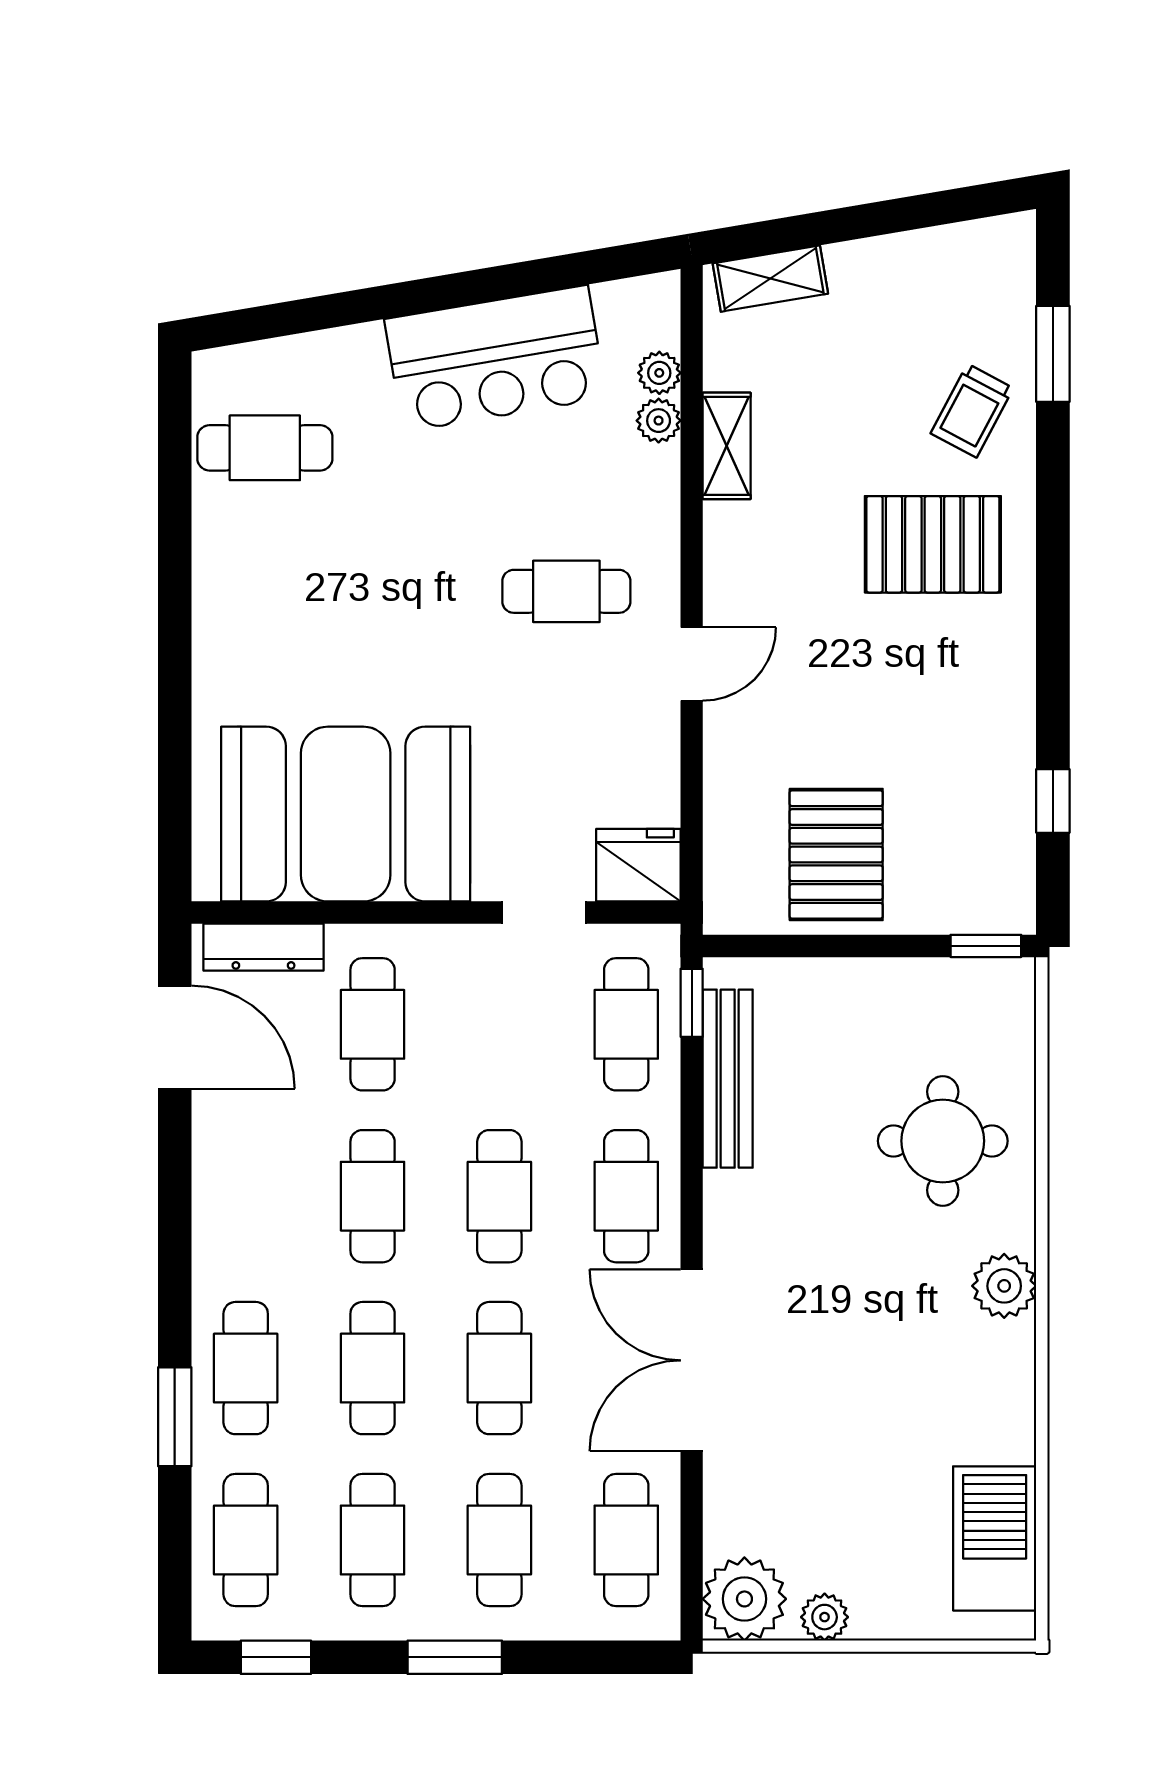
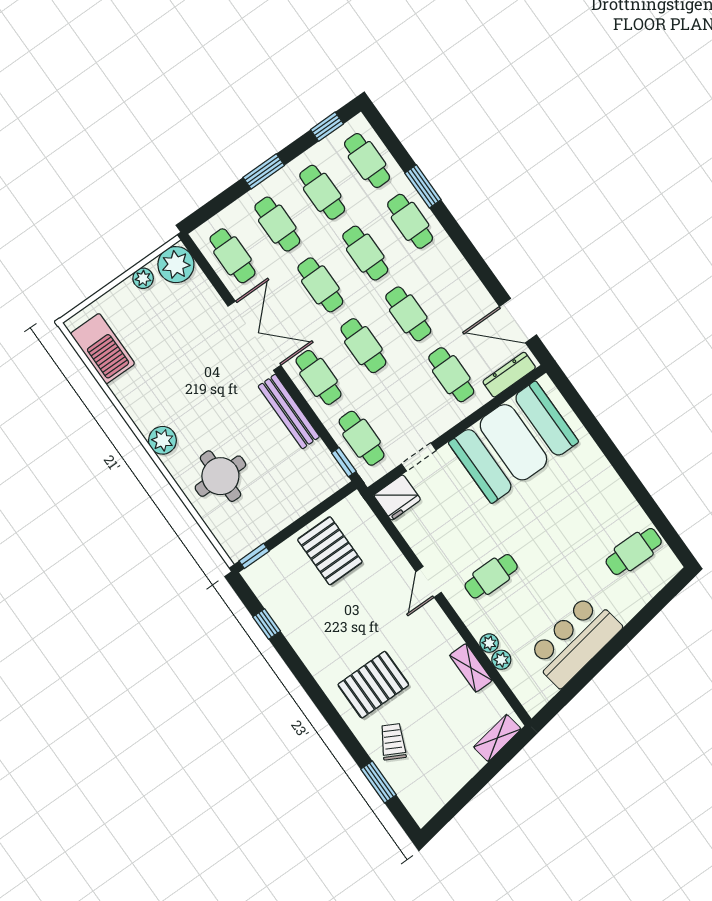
plant: (659, 373) -> (489, 643), moved
bench: (728, 1079) -> (289, 411), moved

